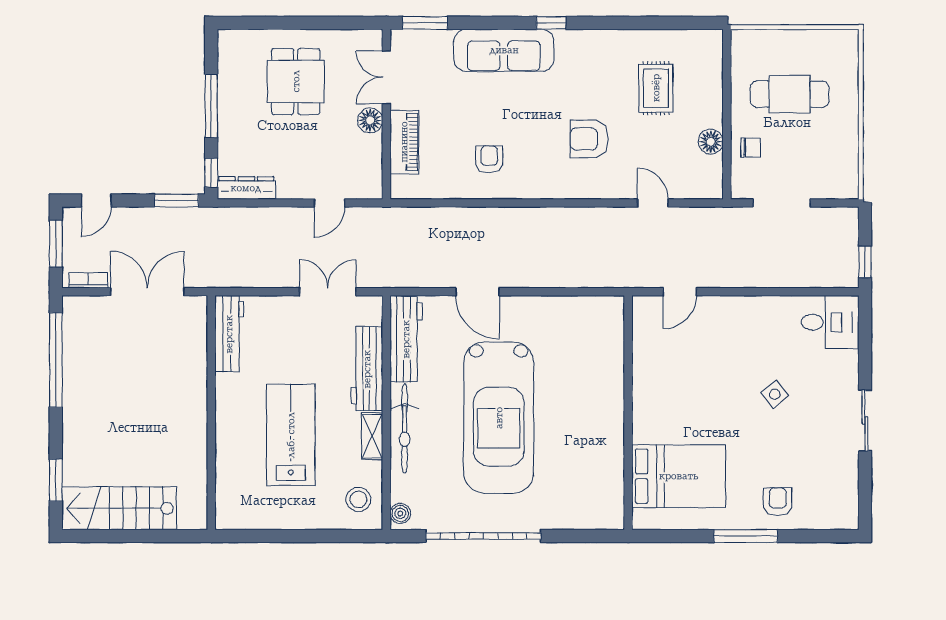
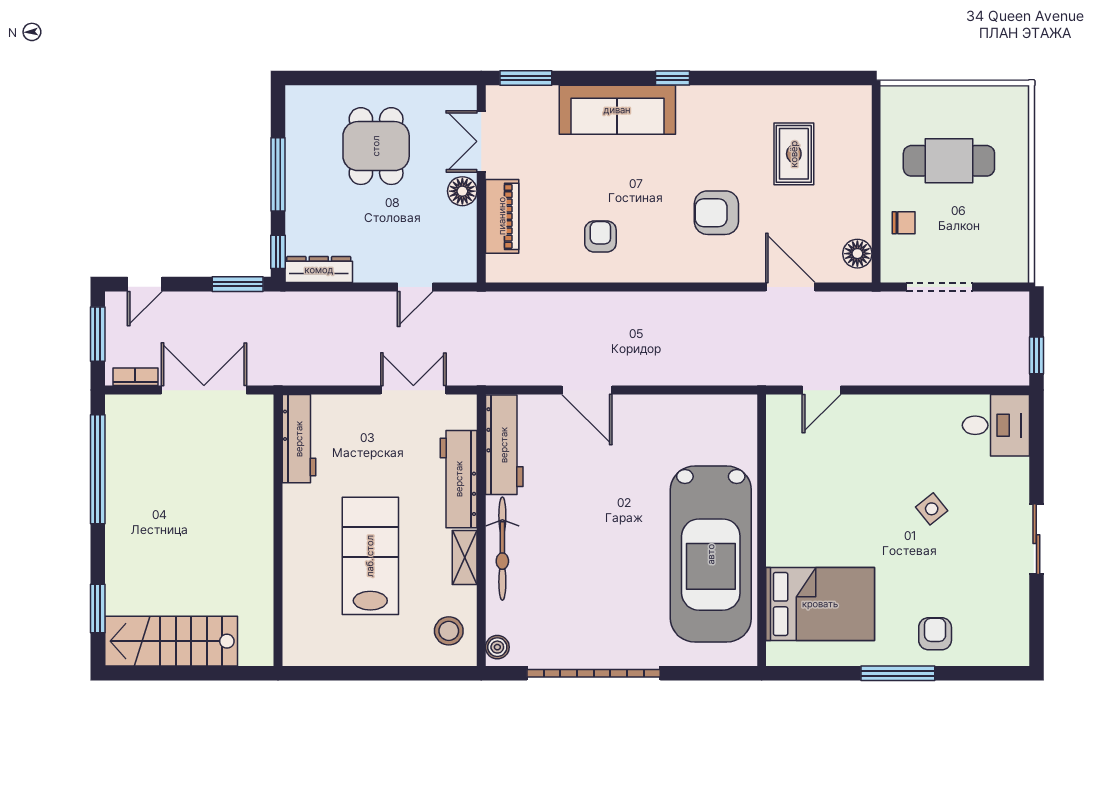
floor lamp: (711, 142) -> (857, 254), moved
door: (653, 203) -> (790, 287), width x1.38
car: (499, 418) -> (711, 554), moved

